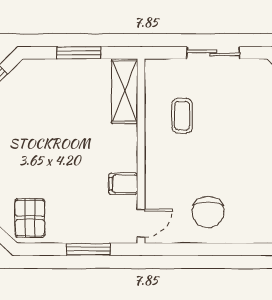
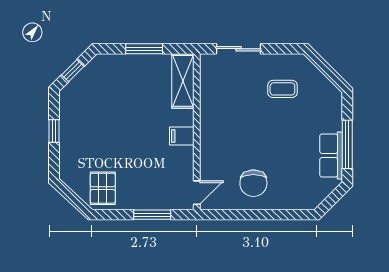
sliding door: (213, 53) -> (239, 49), moved
coffee table: (182, 116) -> (282, 89), moved, turned 90
filing cabinet: (123, 184) -> (182, 136), moved

